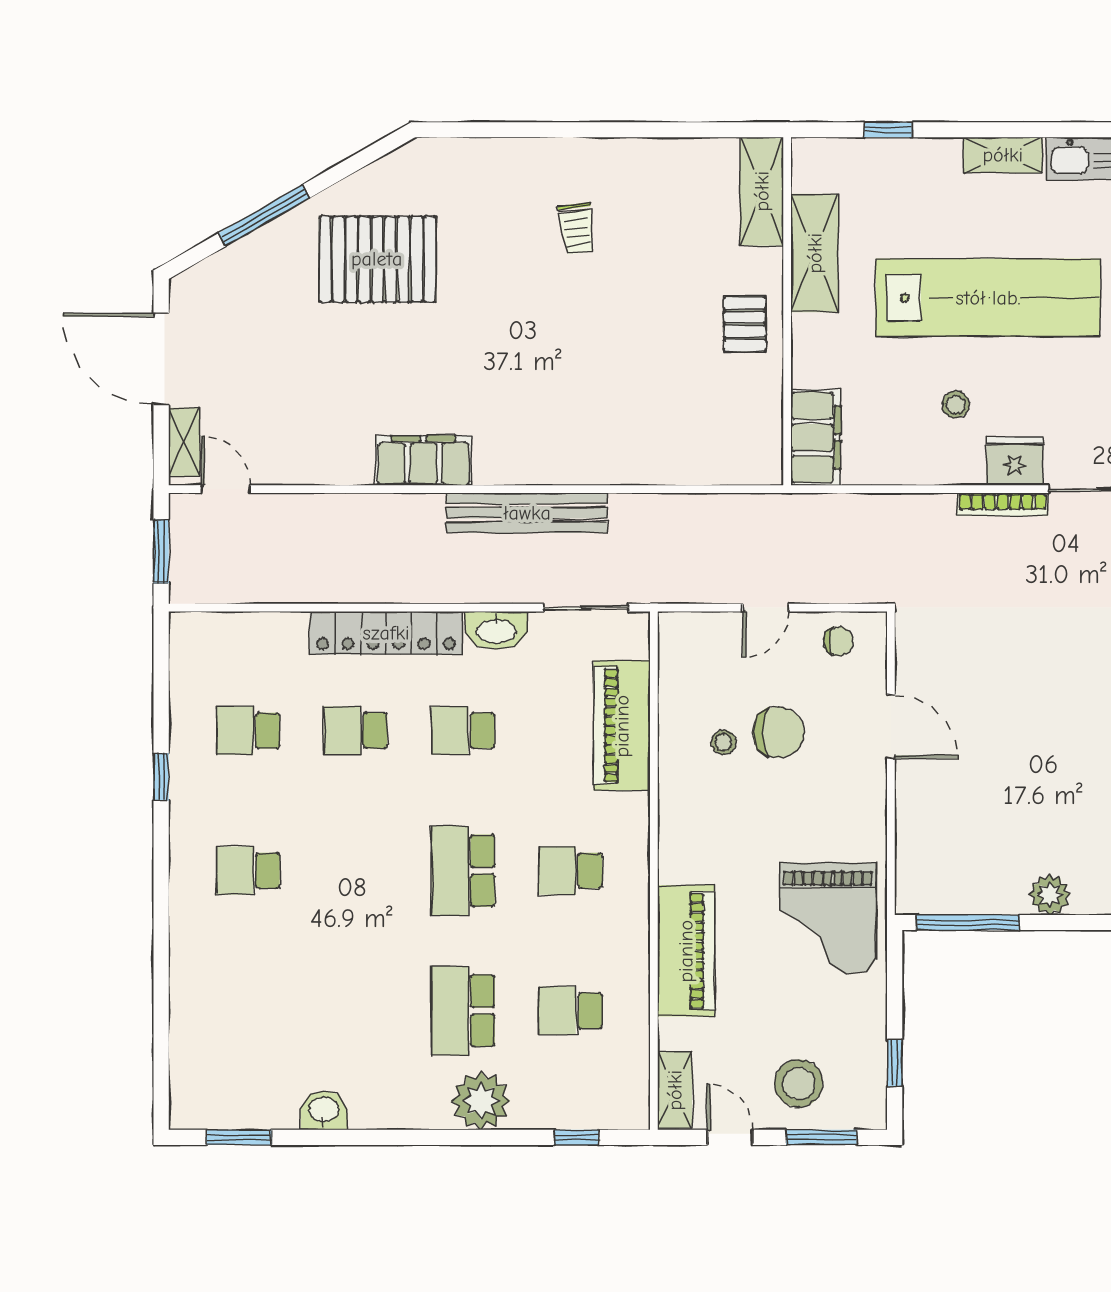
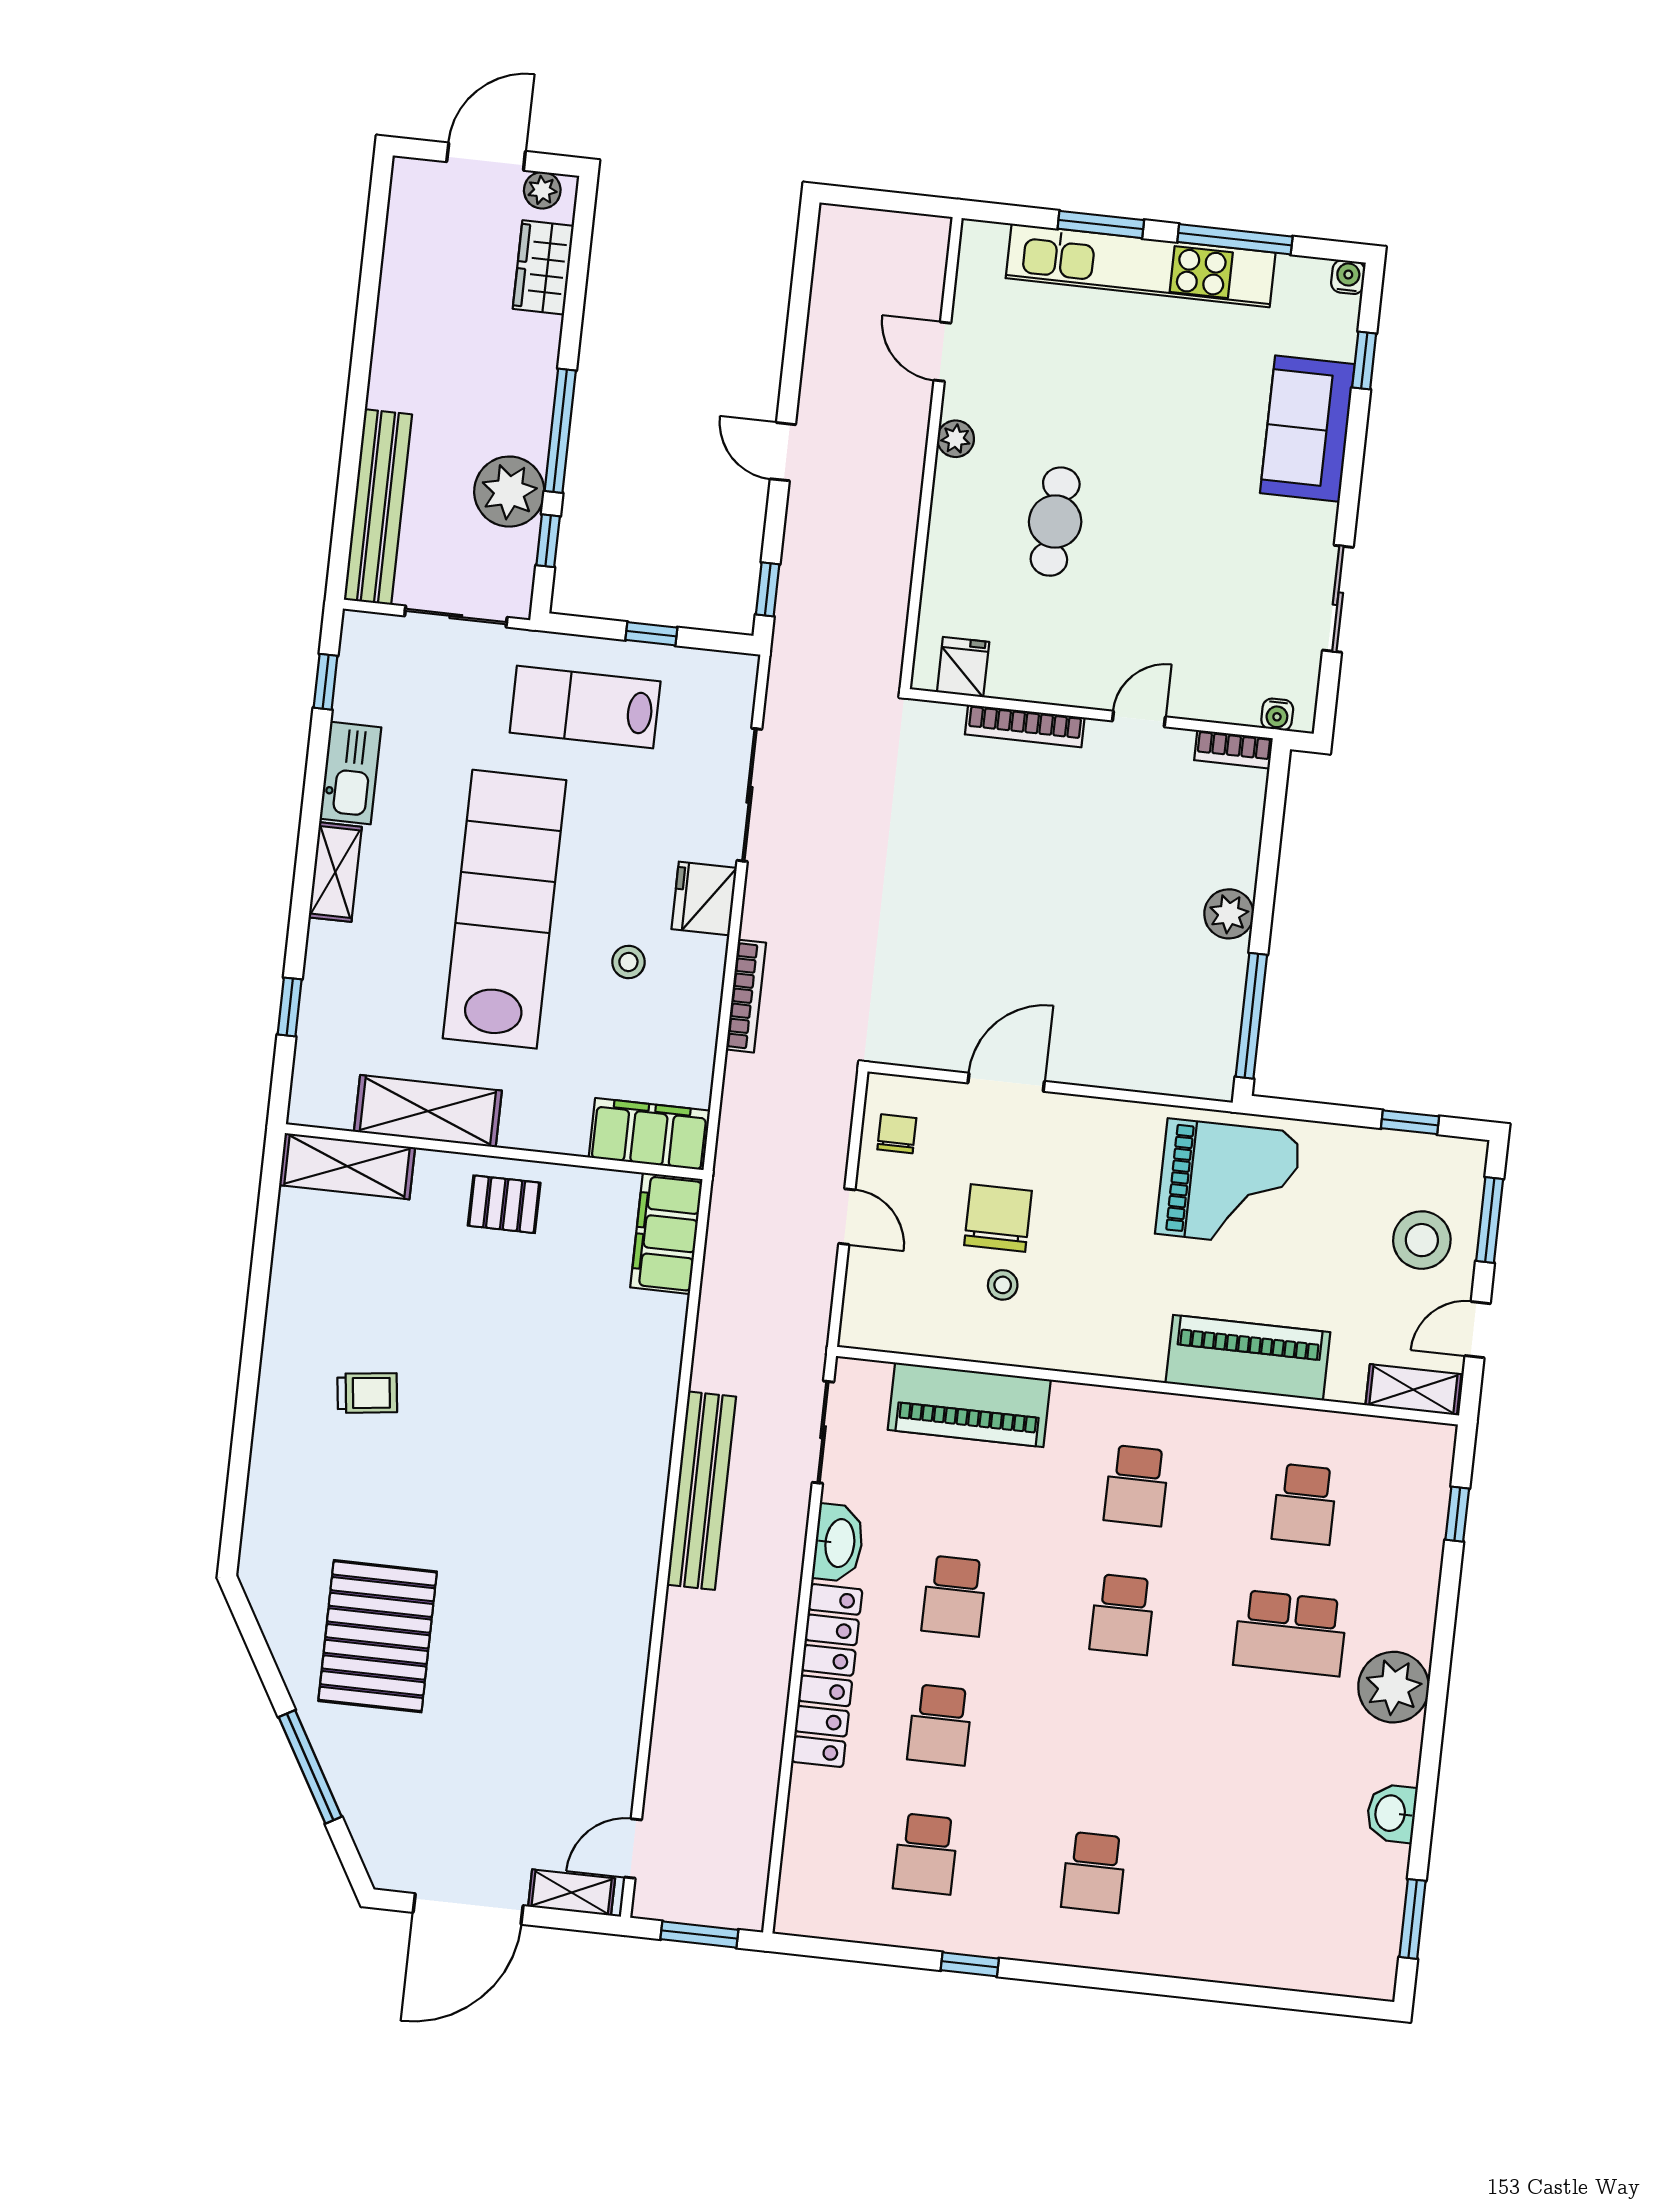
filing cabinet: (423, 461) -> (666, 1233), moved
bookcase: (1003, 504) -> (746, 996), moved
school desk: (463, 871) -> (1122, 1615), width x0.54
plant: (481, 1101) -> (1394, 1687), moved

